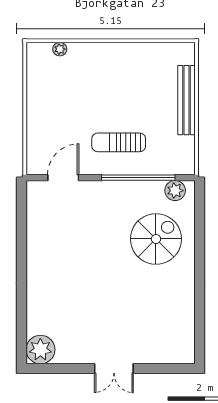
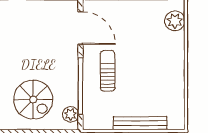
plant: (60, 49) -> (175, 21), width x1.88, depth x1.88
door: (63, 178) -> (80, 28), width x1.36

